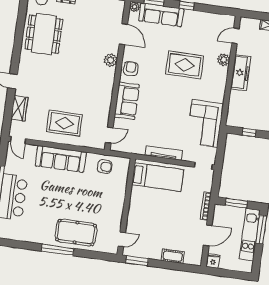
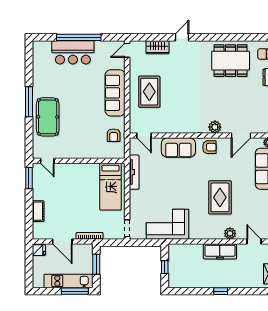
tv unit: (164, 153) -> (134, 172), moved

